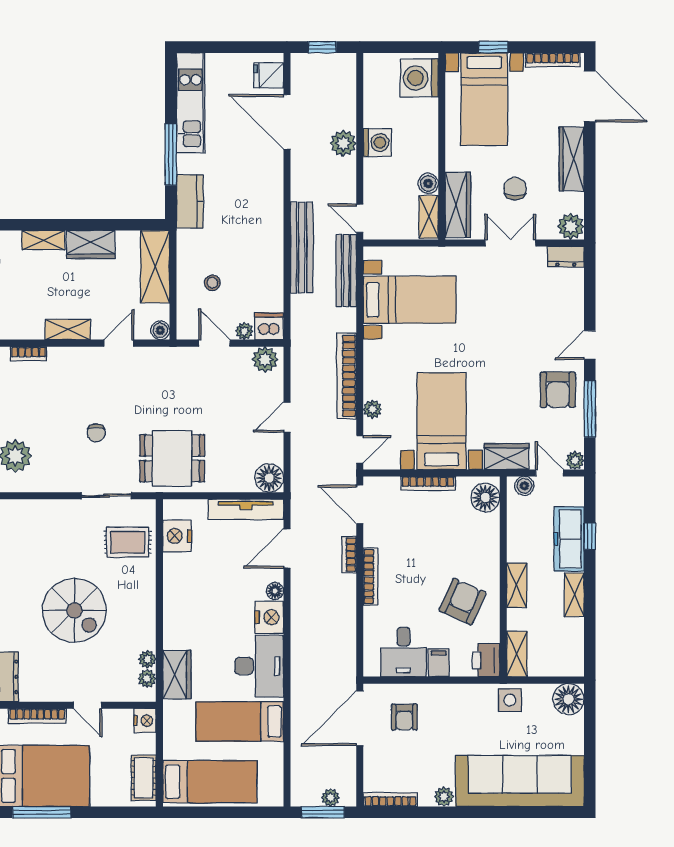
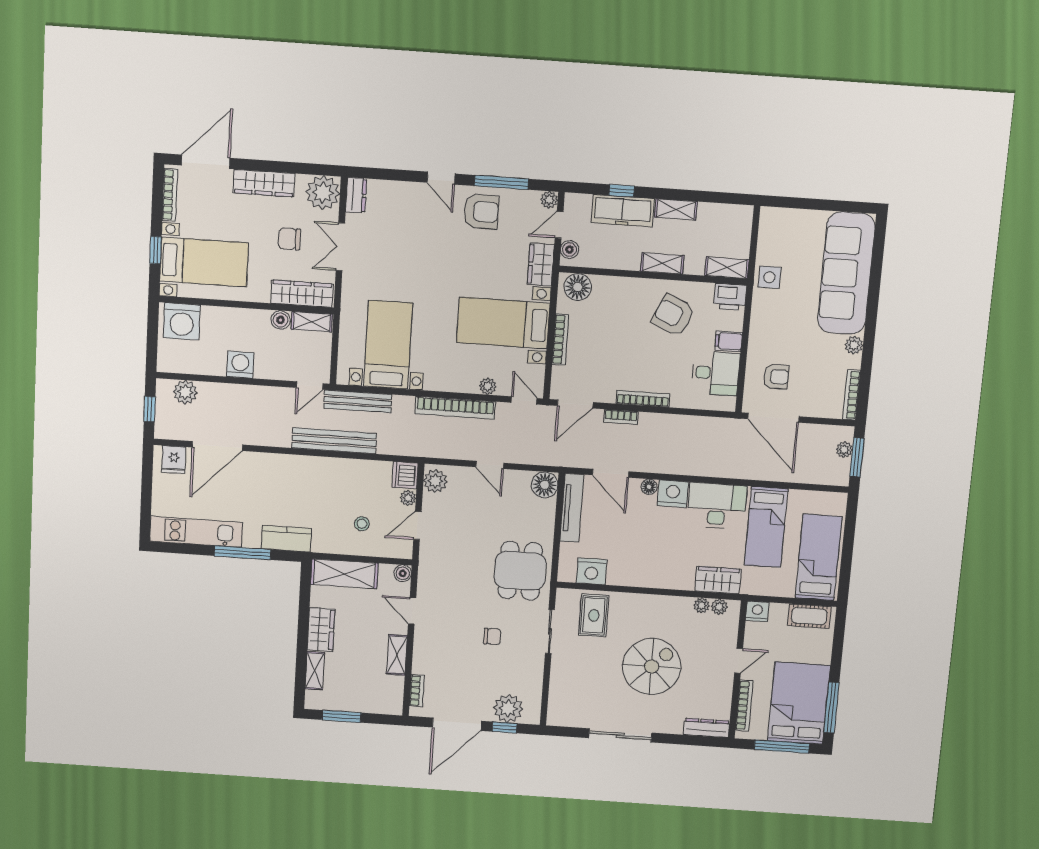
plant: (343, 143) -> (185, 392), moved
plant: (571, 226) -> (323, 193), width x1.36, depth x1.36
floor lamp: (568, 699) -> (774, 222), removed

